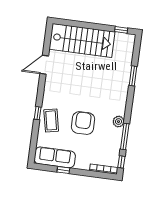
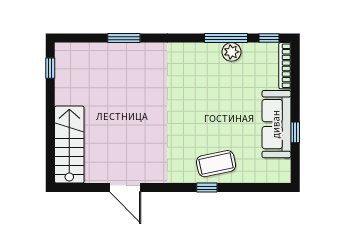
stairs: (82, 40) -> (69, 145), width x0.73, depth x0.66
plant: (118, 122) -> (231, 52), moved
armchair: (83, 123) -> (213, 110), removed
sofa: (55, 157) -> (276, 124), moved

